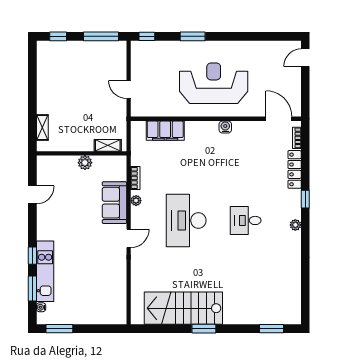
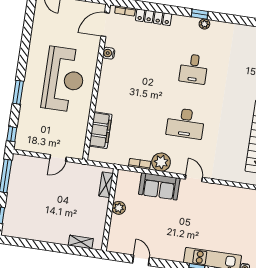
reception desk: (214, 83) -> (64, 79), turned 180
water cooler: (225, 127) -> (109, 53), moved
window: (305, 199) -> (200, 14), moved
plant: (136, 201) -> (161, 162), width x1.87, depth x1.87
desk: (186, 220) -> (185, 123), width x0.73, depth x0.77

